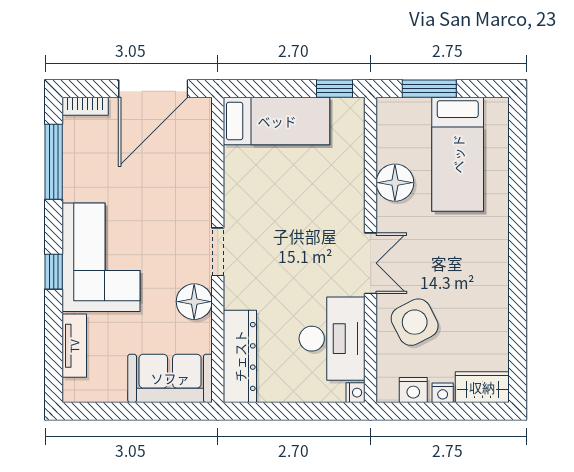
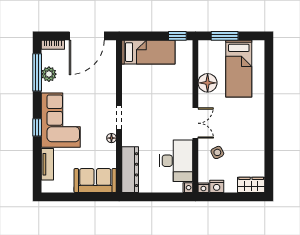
plant: (77, 165) -> (49, 74), added
floor lamp: (194, 302) -> (111, 138), width x0.53, depth x0.53
side table: (415, 322) -> (217, 152), width x0.54, depth x0.54
nightstand: (443, 393) -> (203, 188), moved

